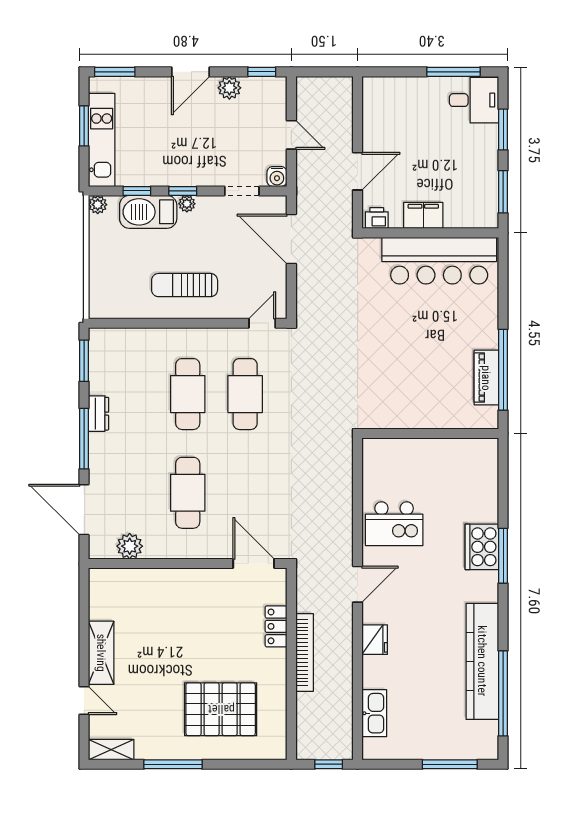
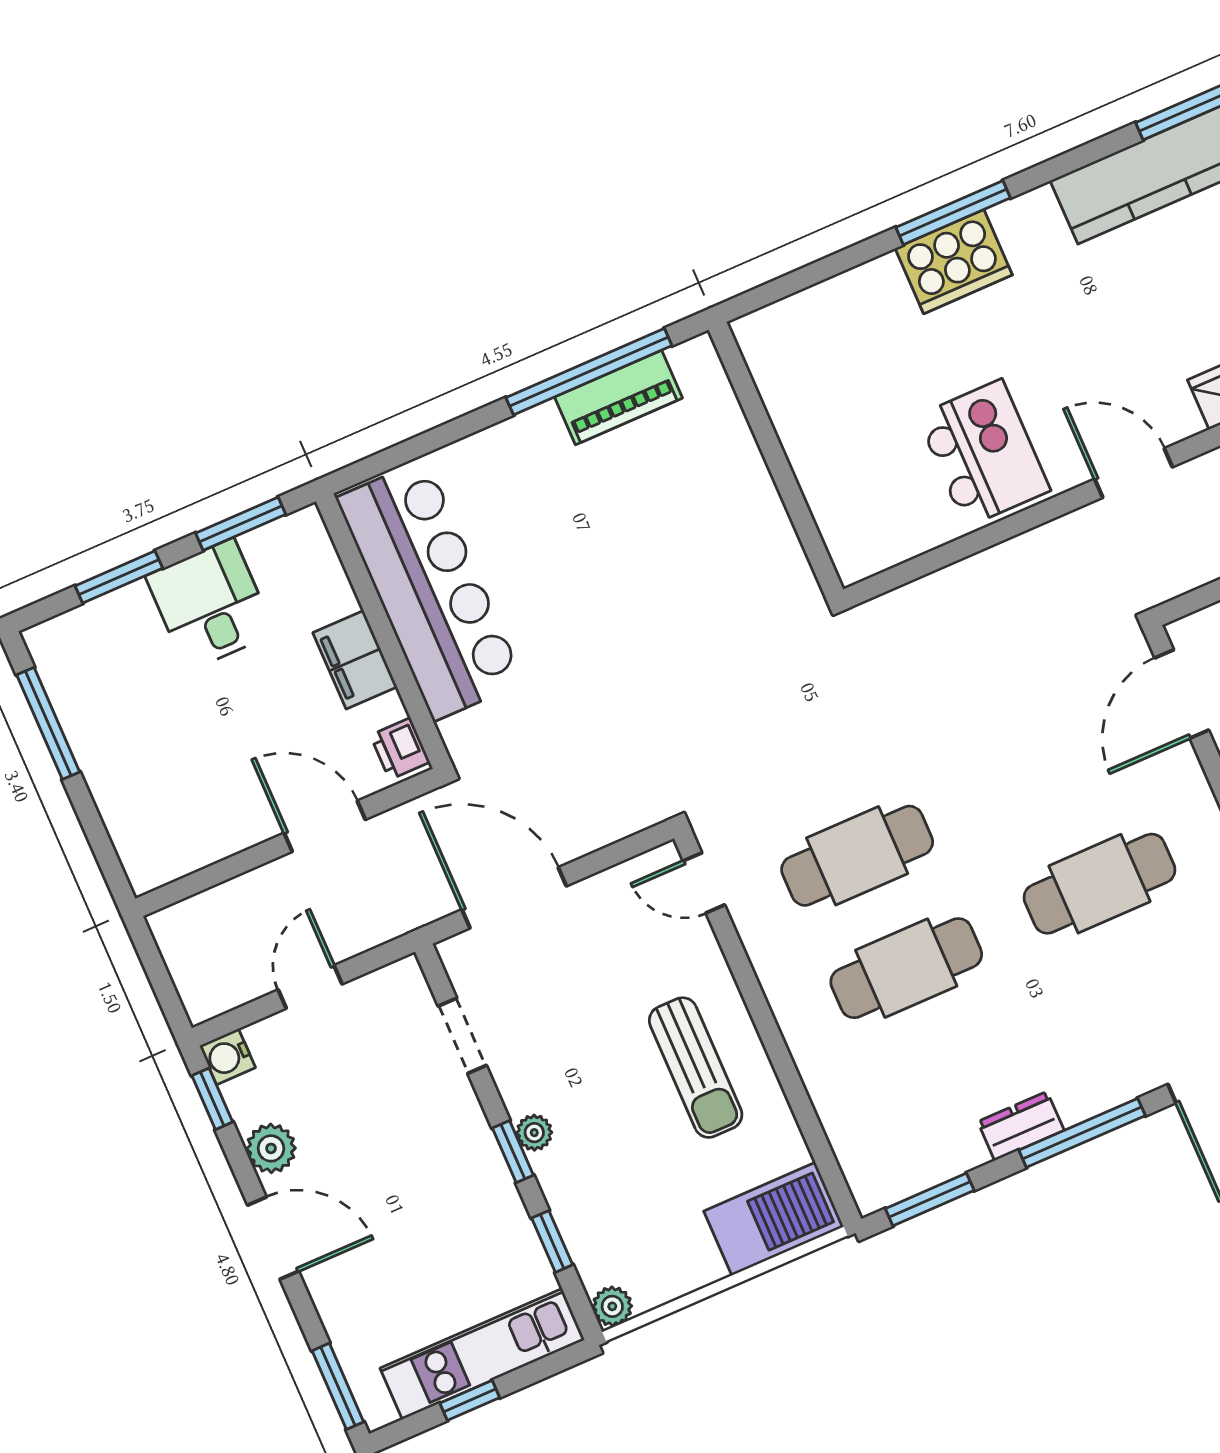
desk: (474, 100) -> (210, 605), moved
window: (84, 126) -> (470, 1400), width x0.67
water cooler: (277, 177) -> (227, 1057), moved, turned 180
barbecue: (148, 212) -> (774, 1219), moved, turned -90
door: (291, 239) -> (514, 898), swing flipped

